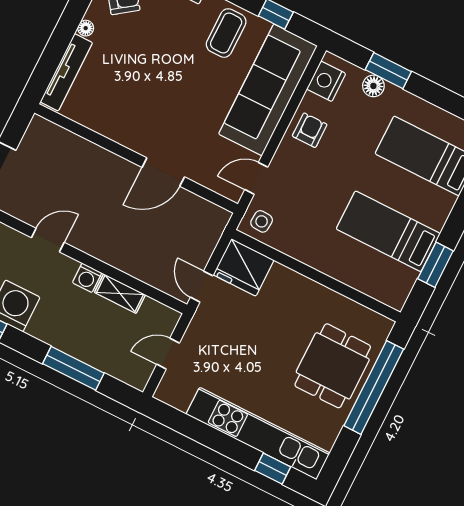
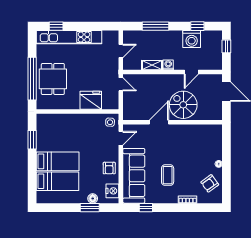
coffee table: (226, 33) -> (168, 175), moved
tv unit: (66, 72) -> (218, 142), removed
spiral stairs: (97, 182) -> (183, 105), added
bed: (388, 231) -> (58, 161), moved
fridge: (244, 267) -> (91, 100), moved

